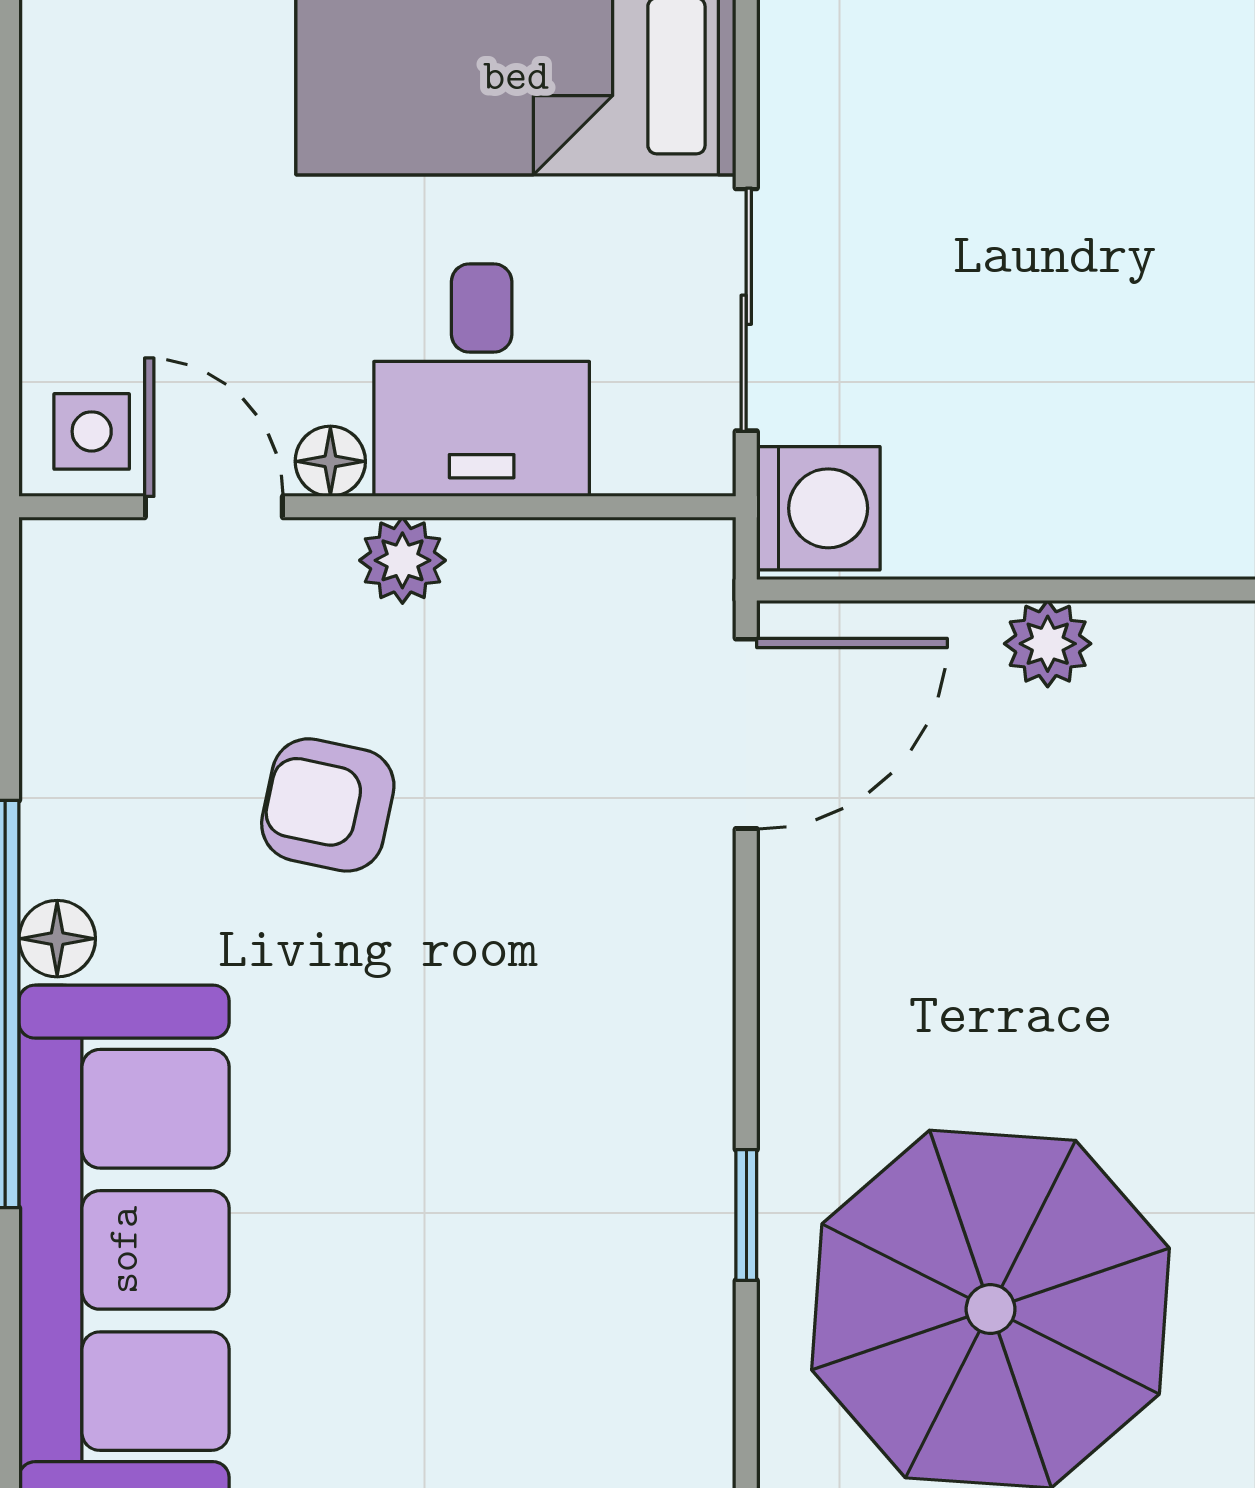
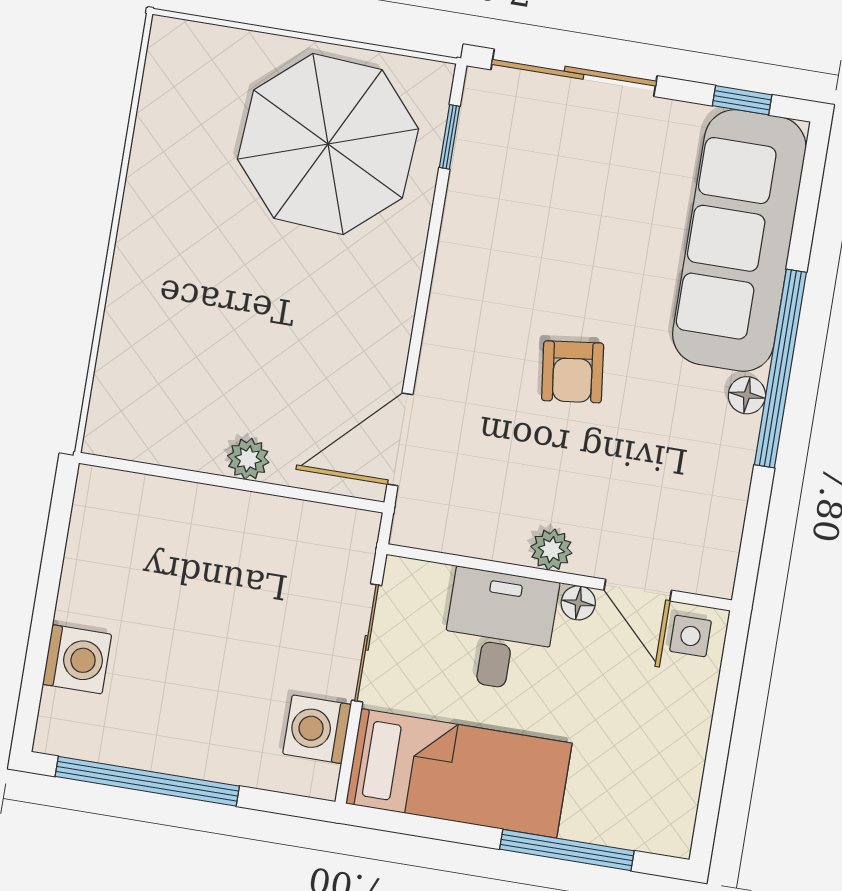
washing machine: (818, 508) -> (317, 729), moved
armchair: (328, 805) -> (573, 372), moved, turned 71
window: (746, 1215) -> (450, 137), moved

